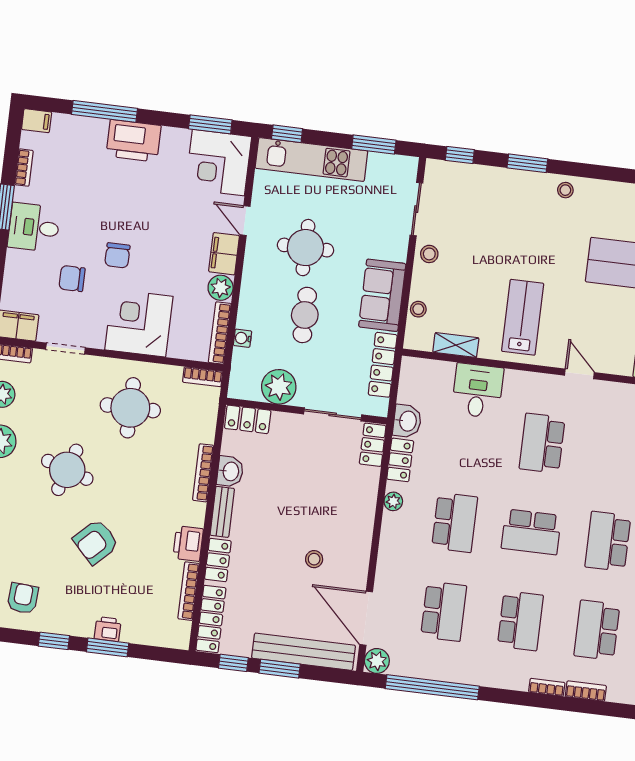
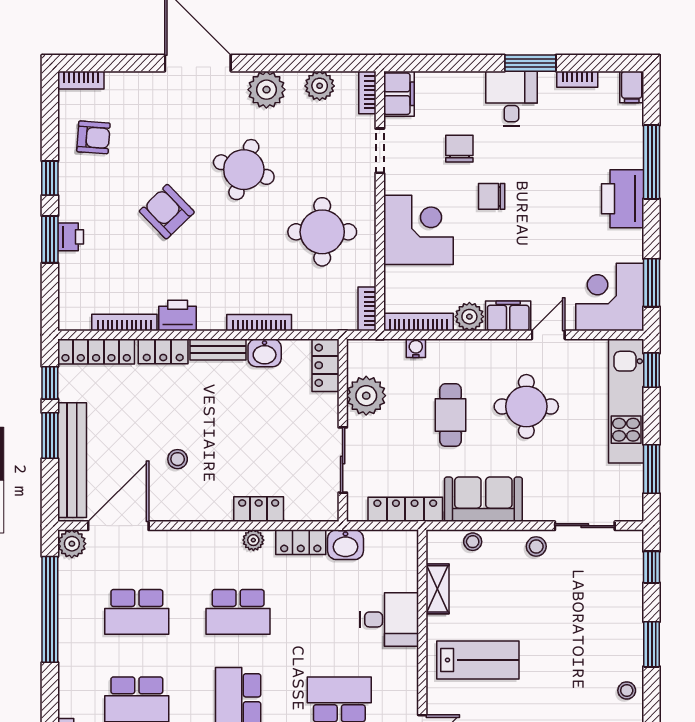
cafe table: (305, 315) -> (450, 415), turned 90
locker: (373, 445) -> (259, 509), moved

